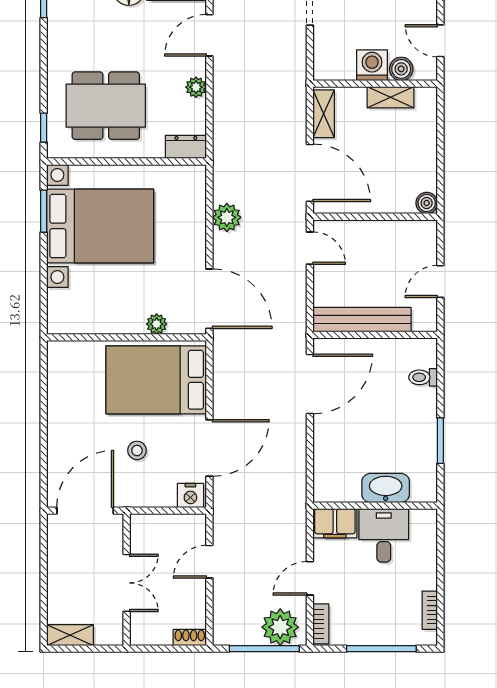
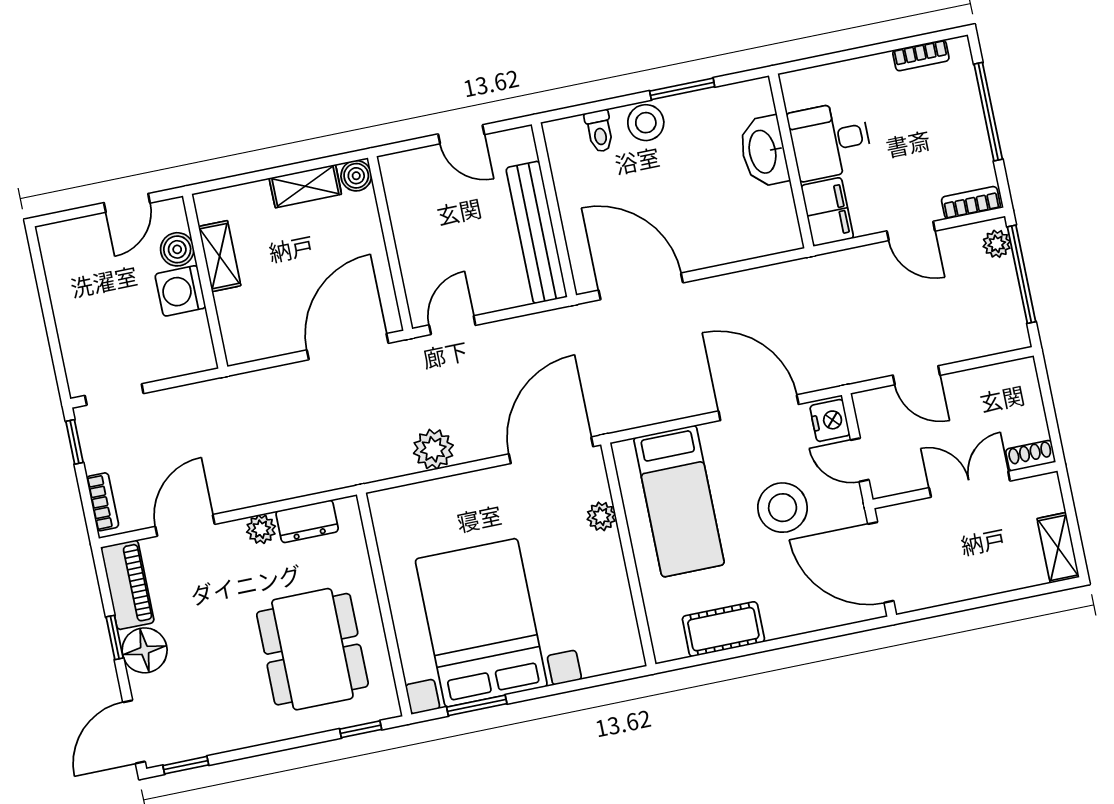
door: (209, 35) -> (185, 525), swing flipped
shelving: (324, 114) -> (305, 186), moved
dresser: (186, 147) -> (307, 521), moved, turned -90
bed: (156, 380) -> (679, 501), width x0.67
cot: (61, 392) -> (723, 629), added
stool: (422, 411) -> (646, 123), added
stool: (137, 450) -> (783, 508), width x1.89, depth x1.89
door: (159, 511) -> (860, 460), added
plant: (280, 627) -> (997, 244), width x0.53, depth x0.53
shoe rack: (190, 638) -> (1030, 456), moved, turned 90

